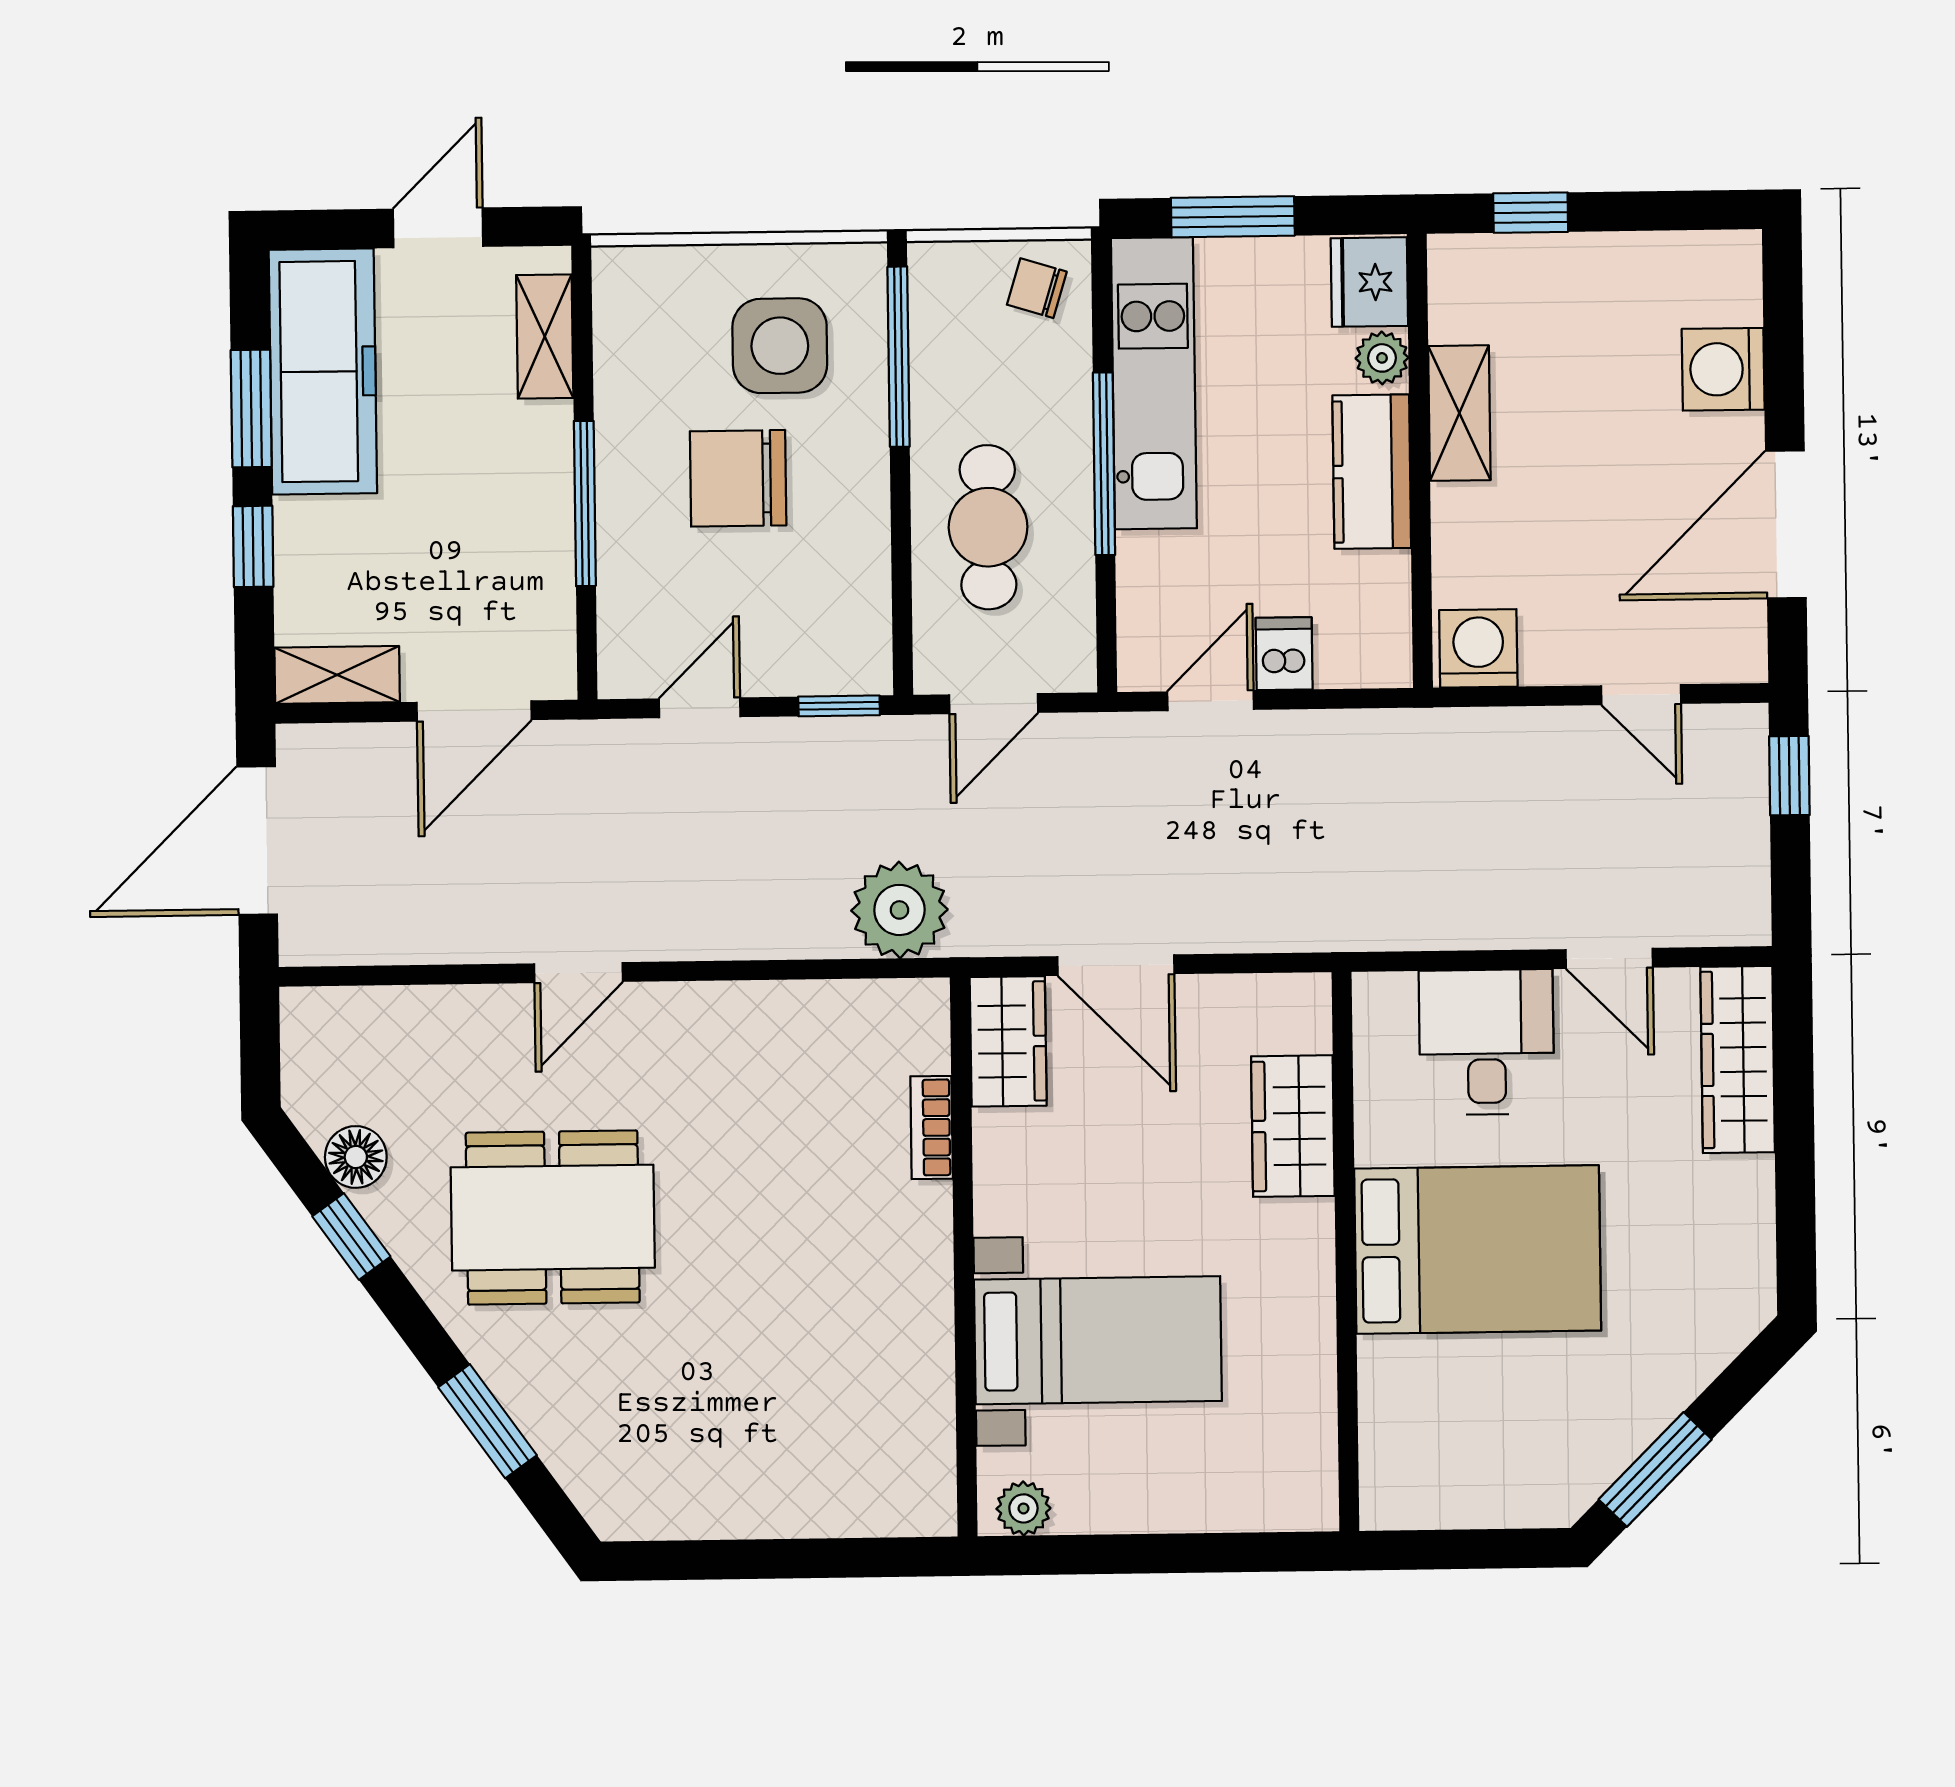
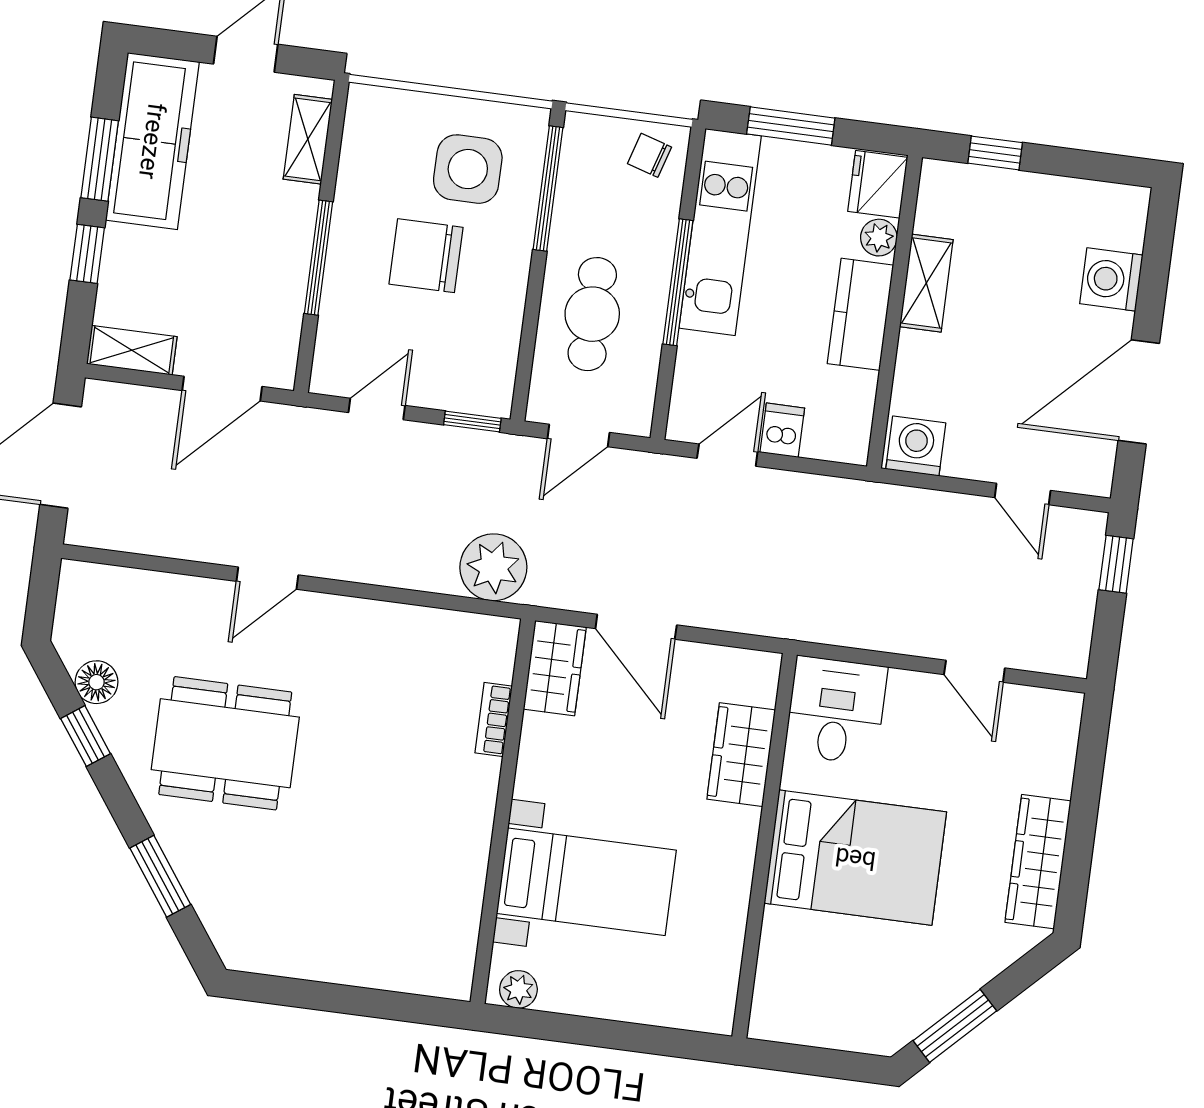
desk: (1486, 1042) -> (836, 710), moved
wardrobe: (1738, 1060) -> (1038, 862), moved

